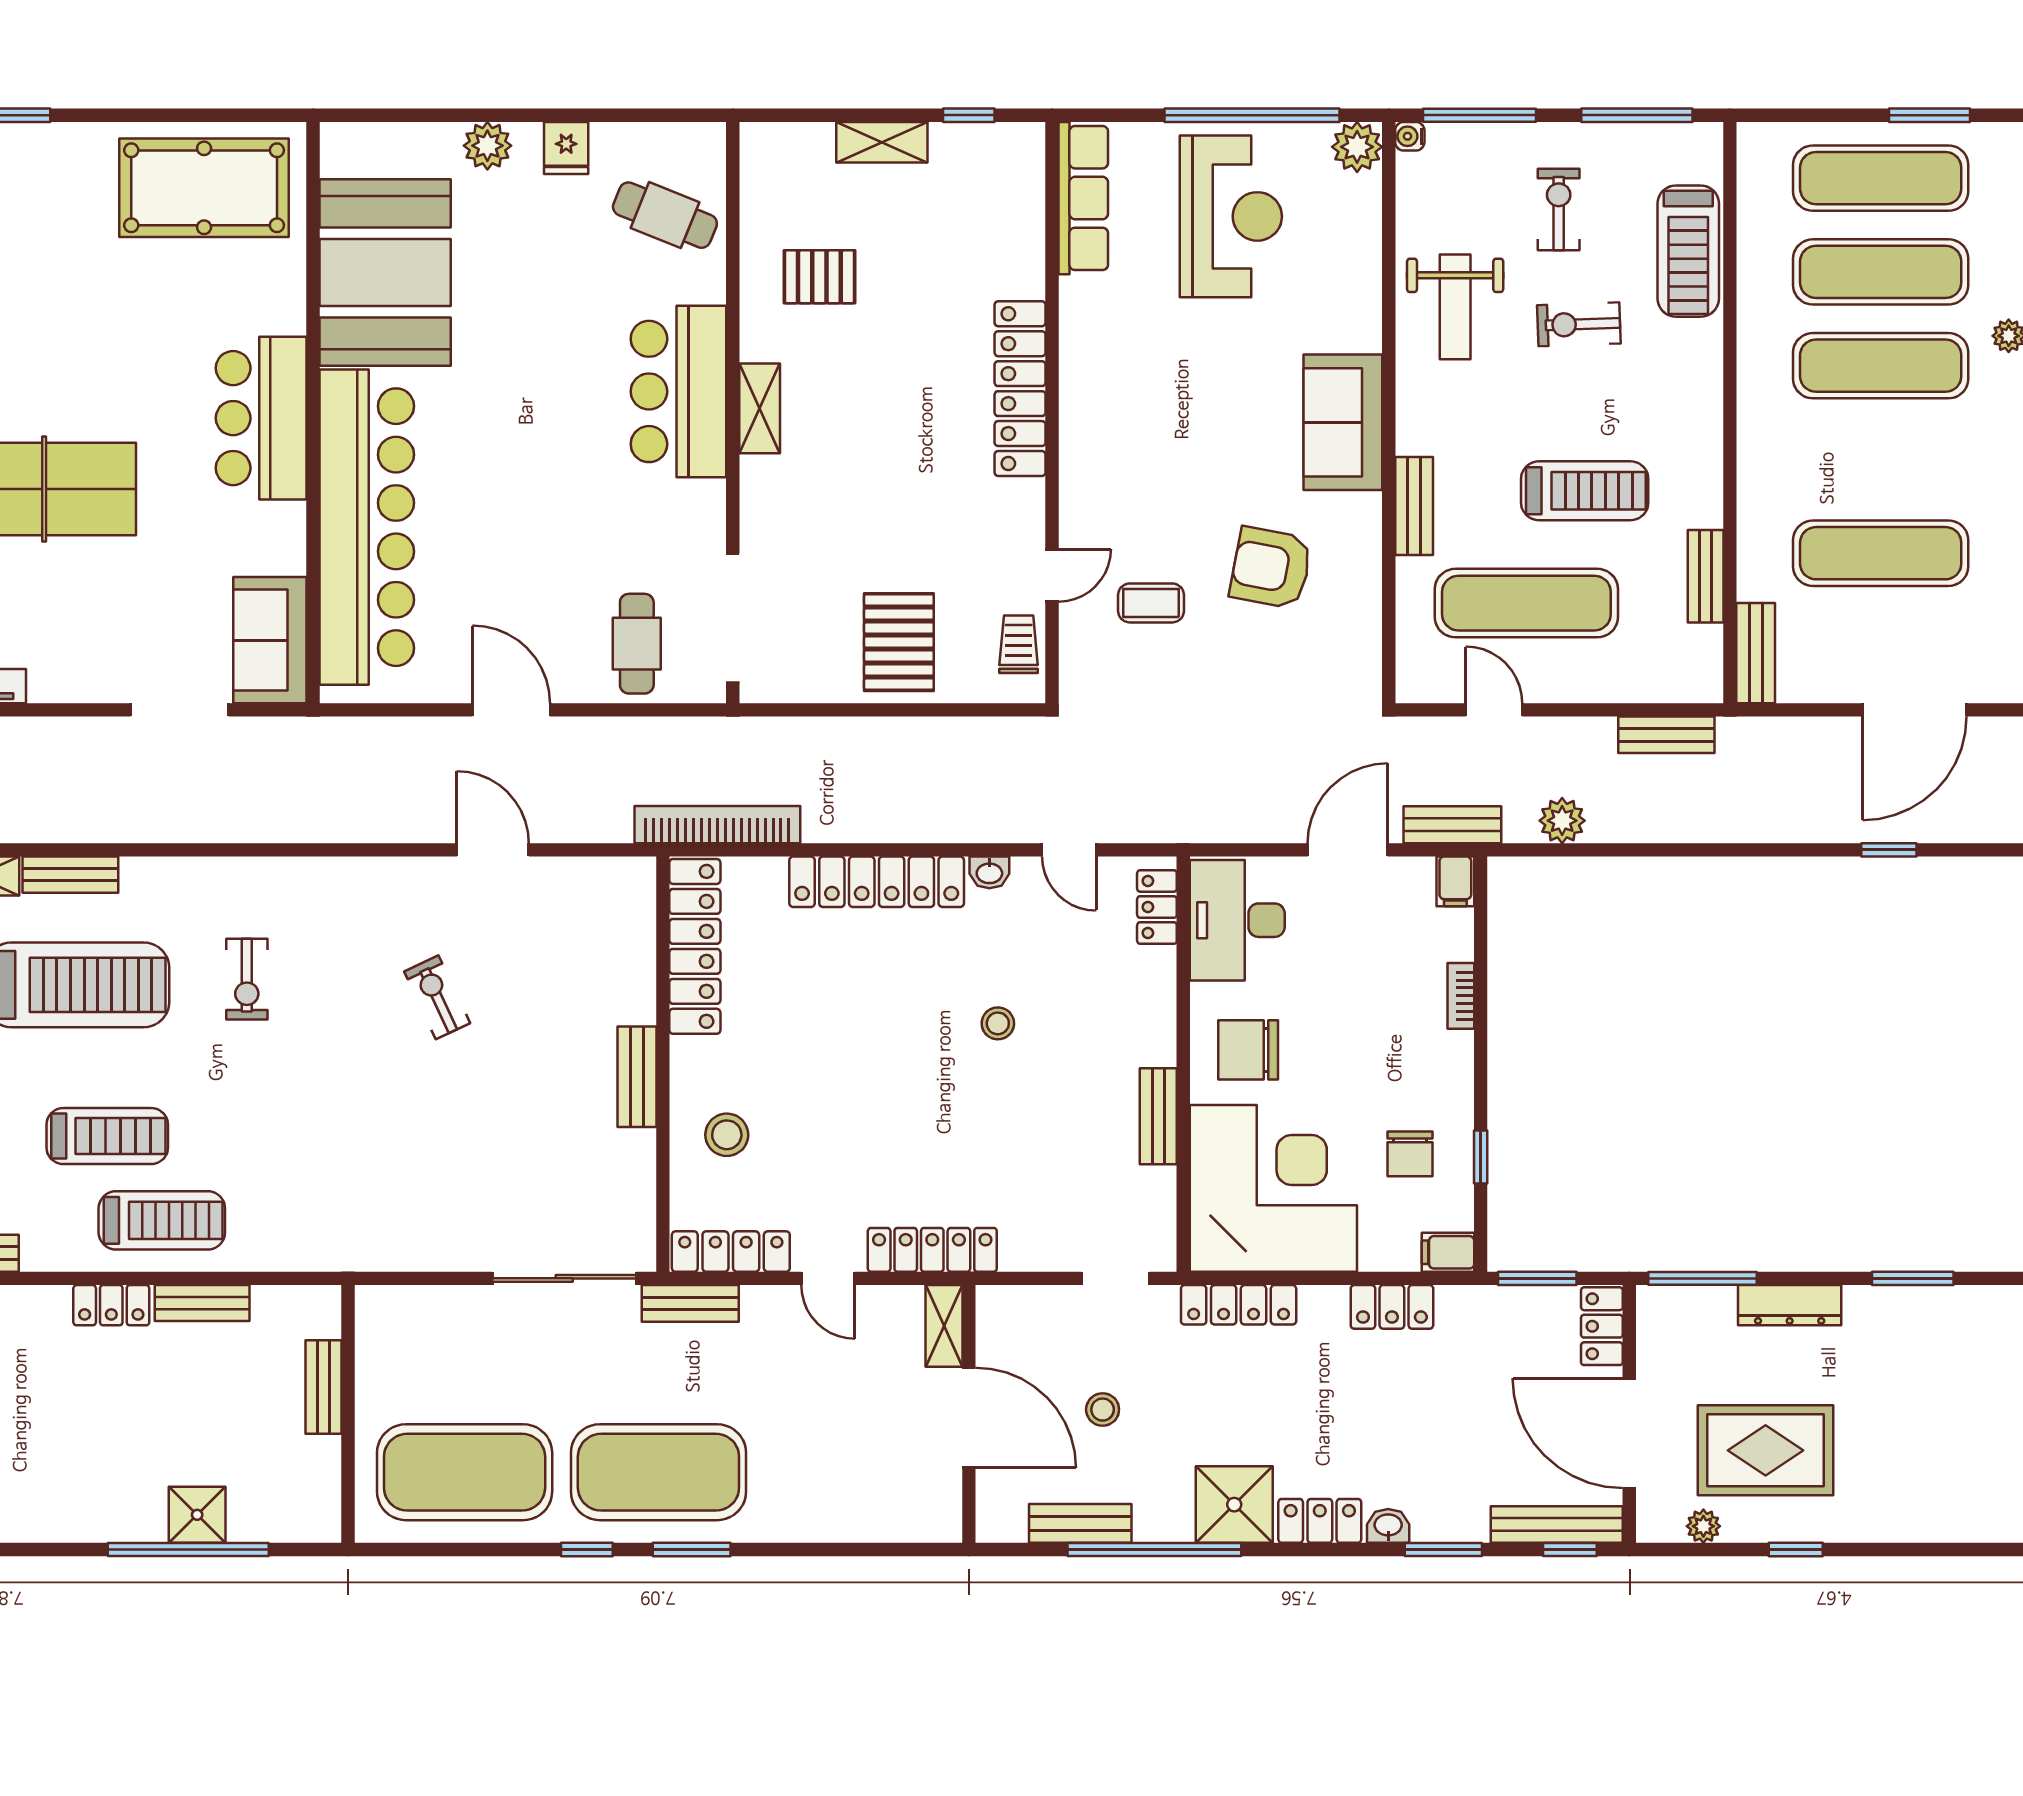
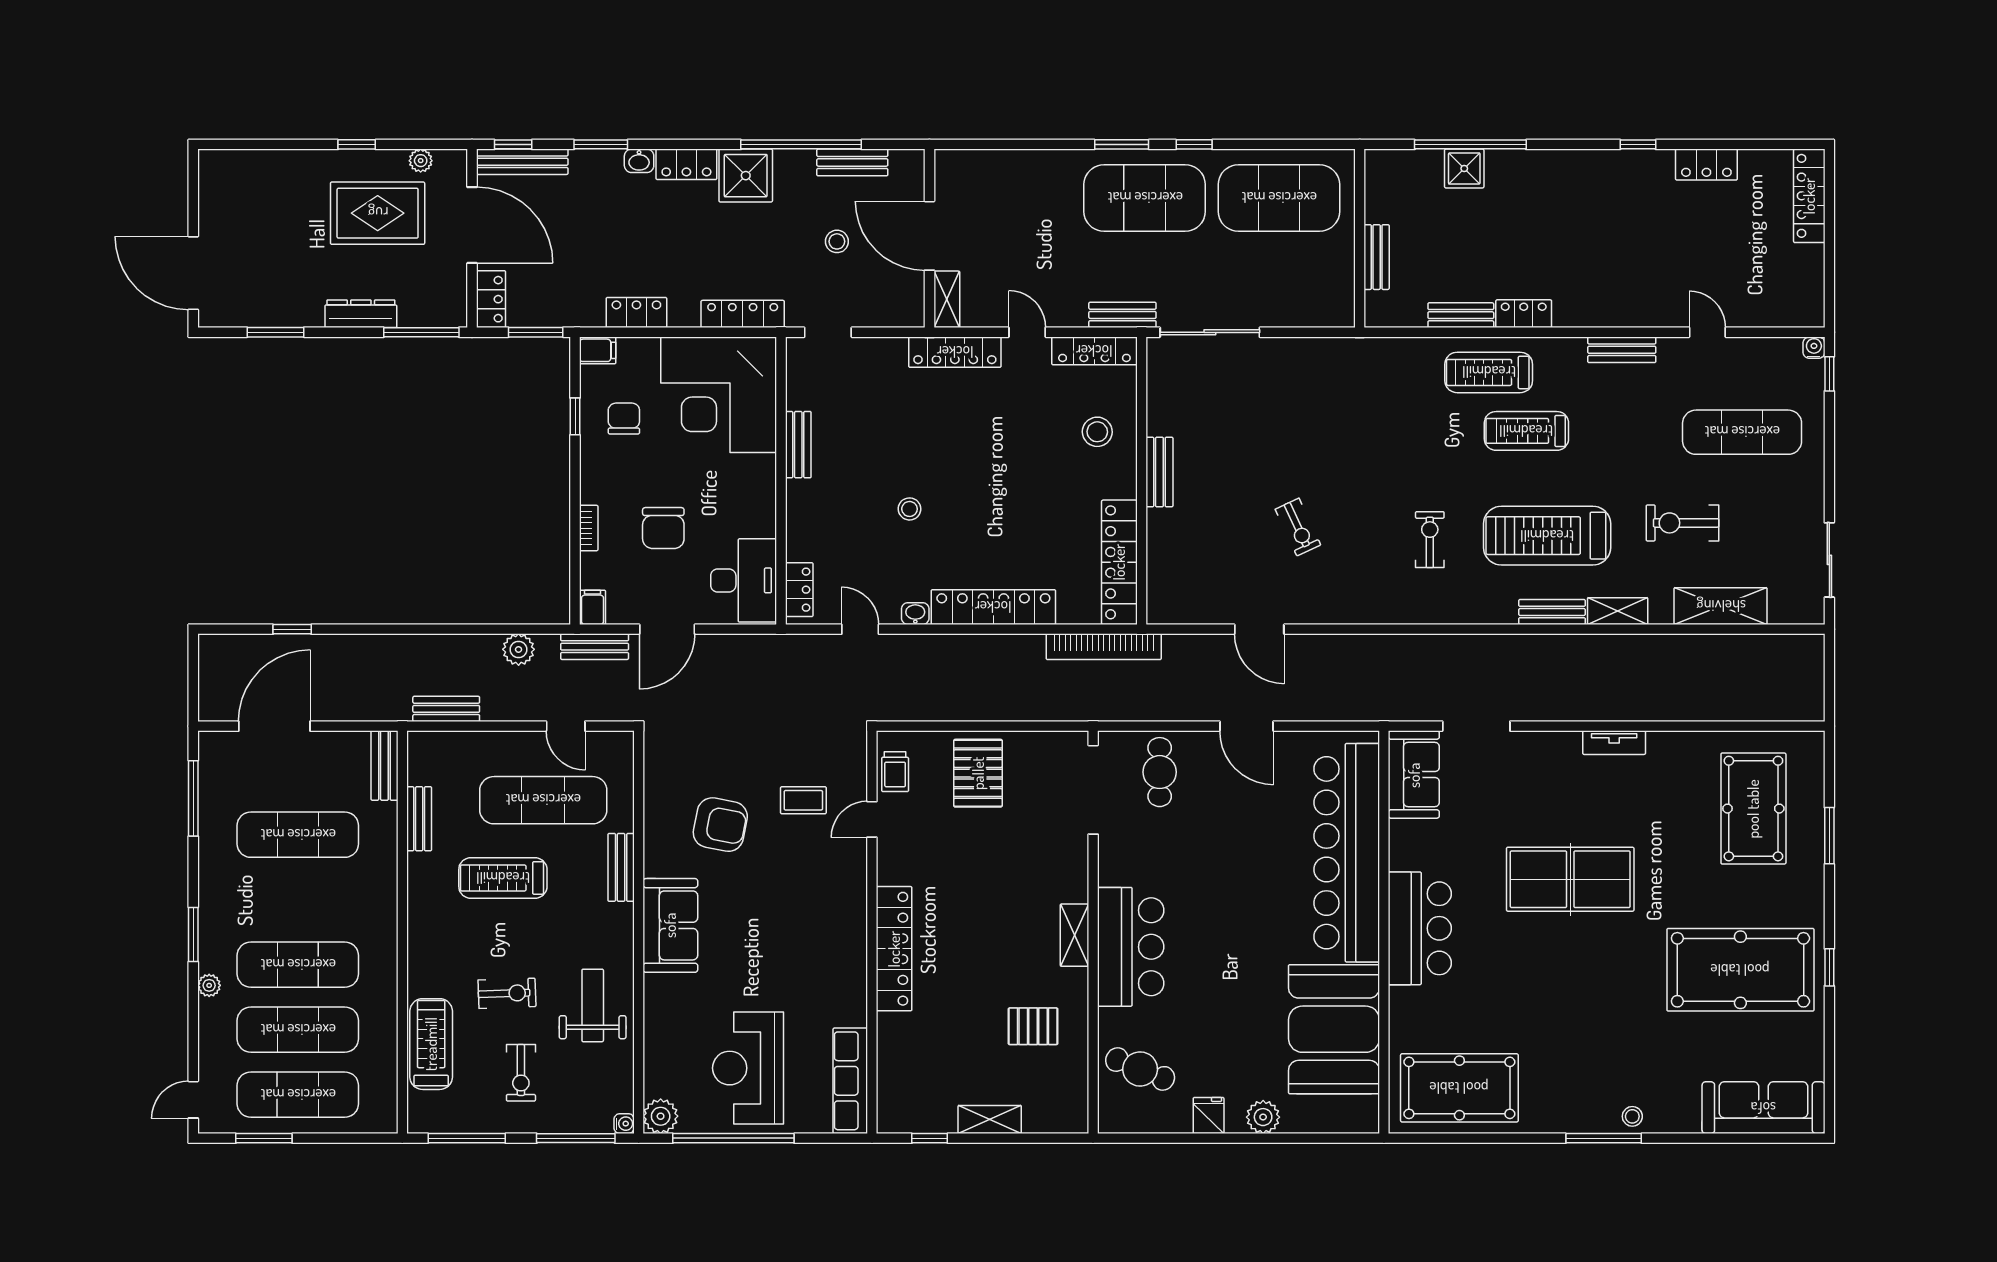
chair: (1248, 1050) -> (663, 528), moved, turned 90

